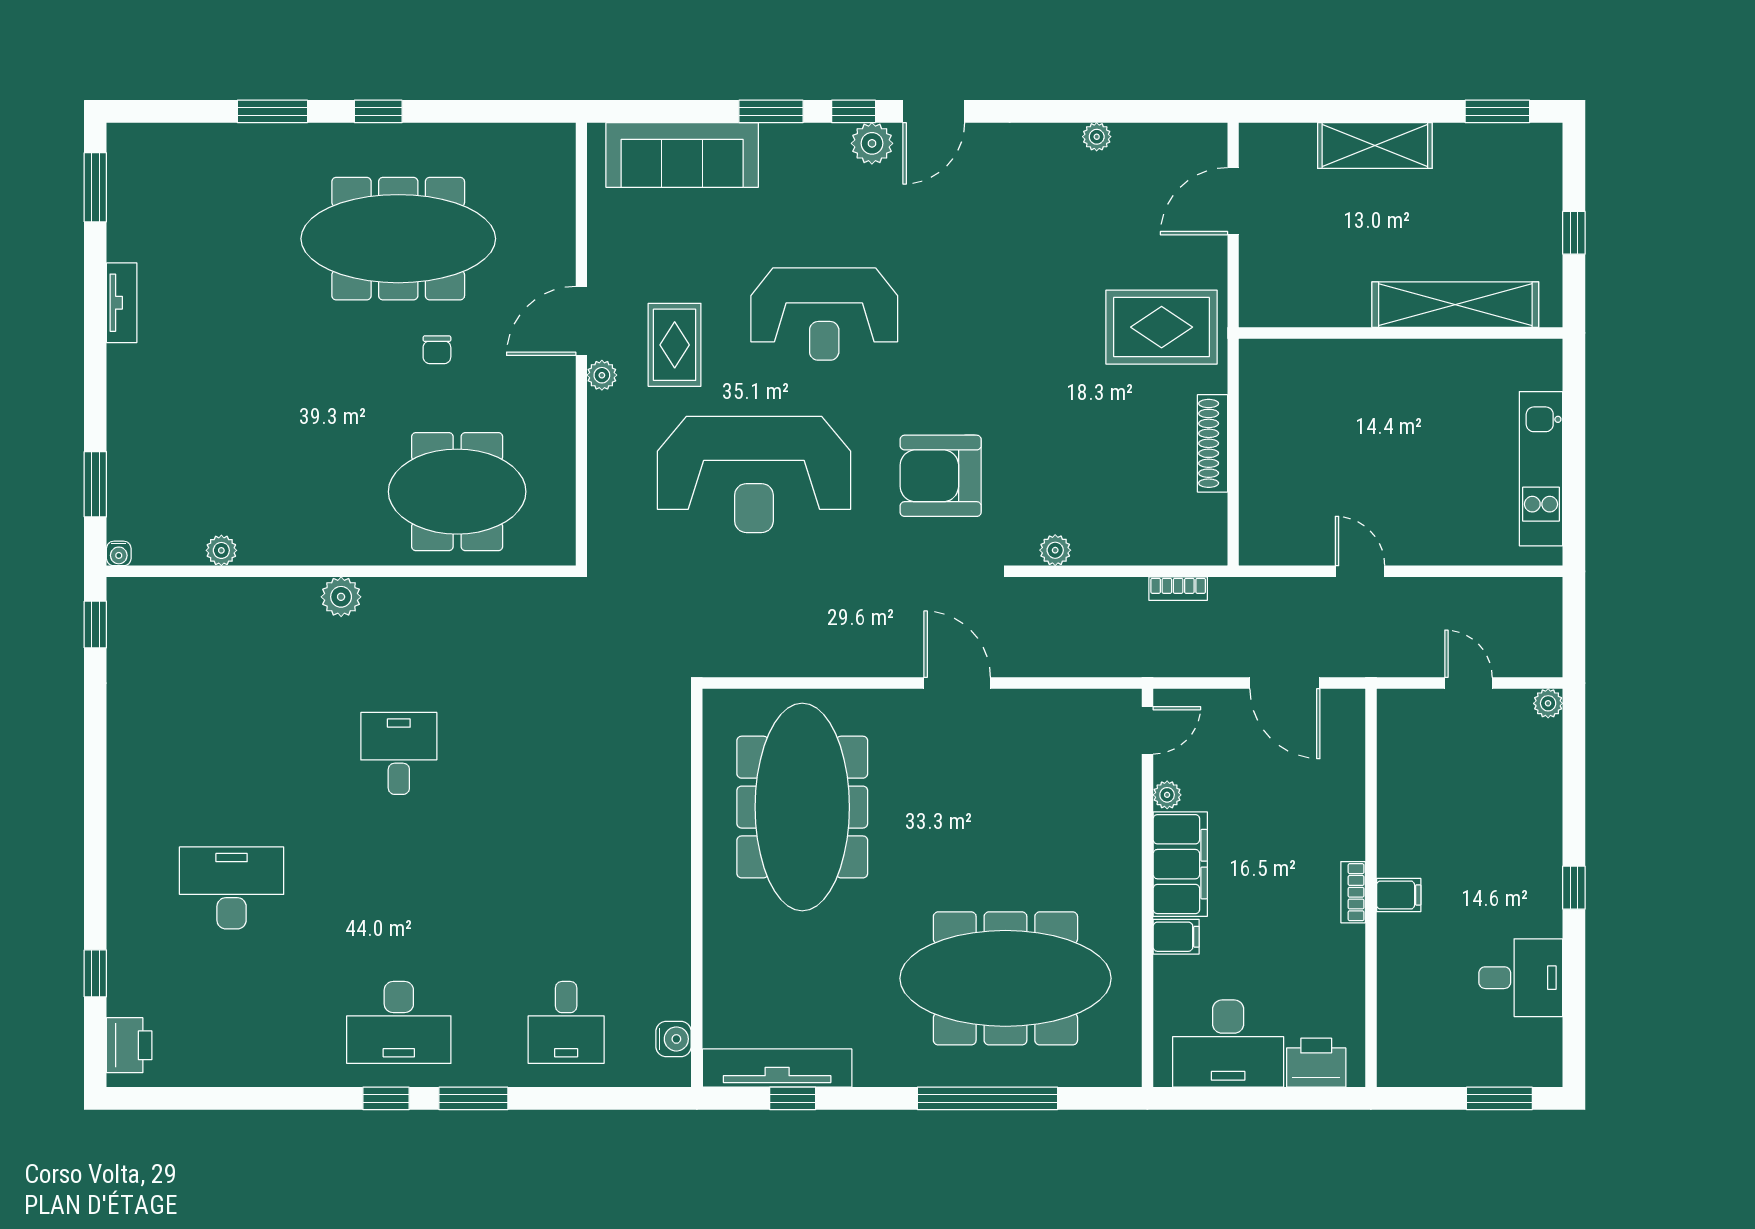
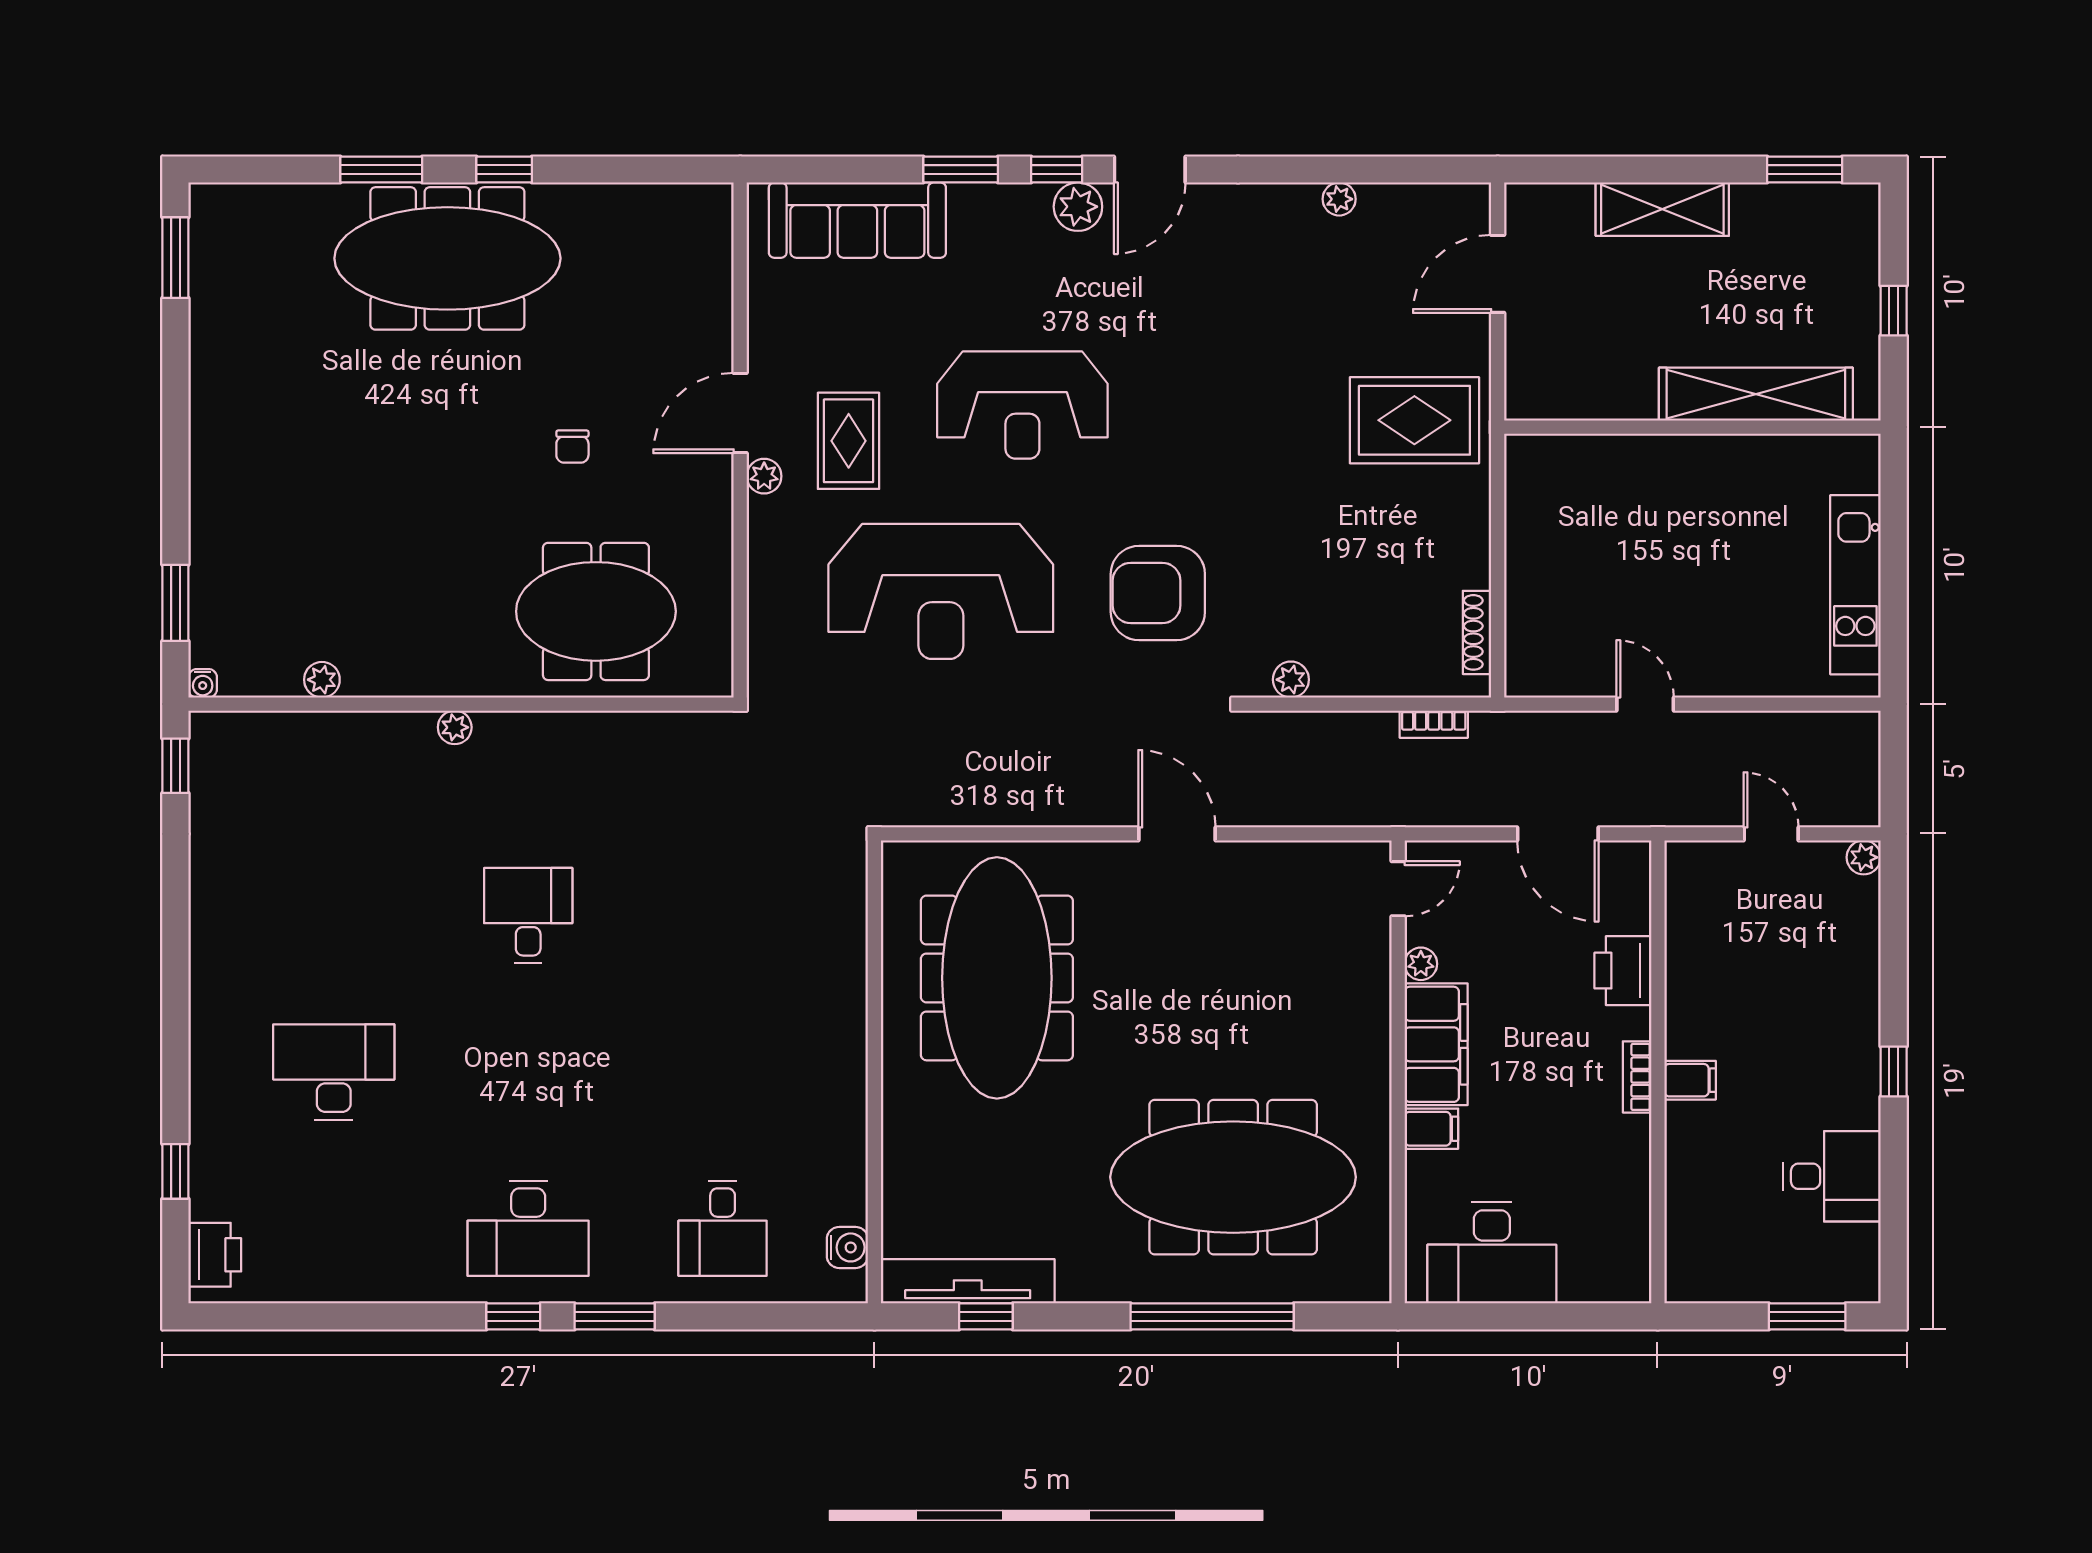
meeting table: (398, 239) -> (447, 258), moved
tv unit: (122, 303) -> (206, 392), removed
shoe rack: (1212, 443) -> (1477, 632), moved, width x0.74, depth x0.81
plant: (341, 597) -> (455, 727), width x0.73, depth x0.73
printer: (1316, 1063) -> (1623, 971), moved, turned -90

